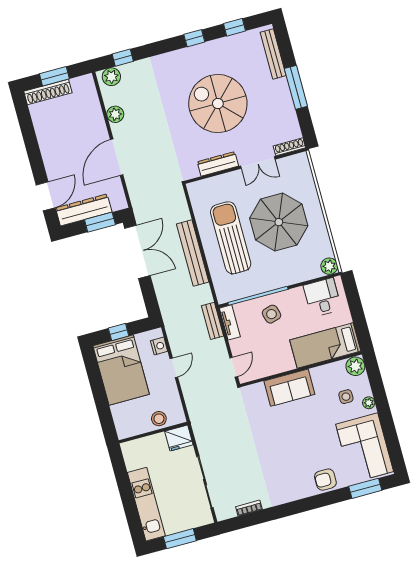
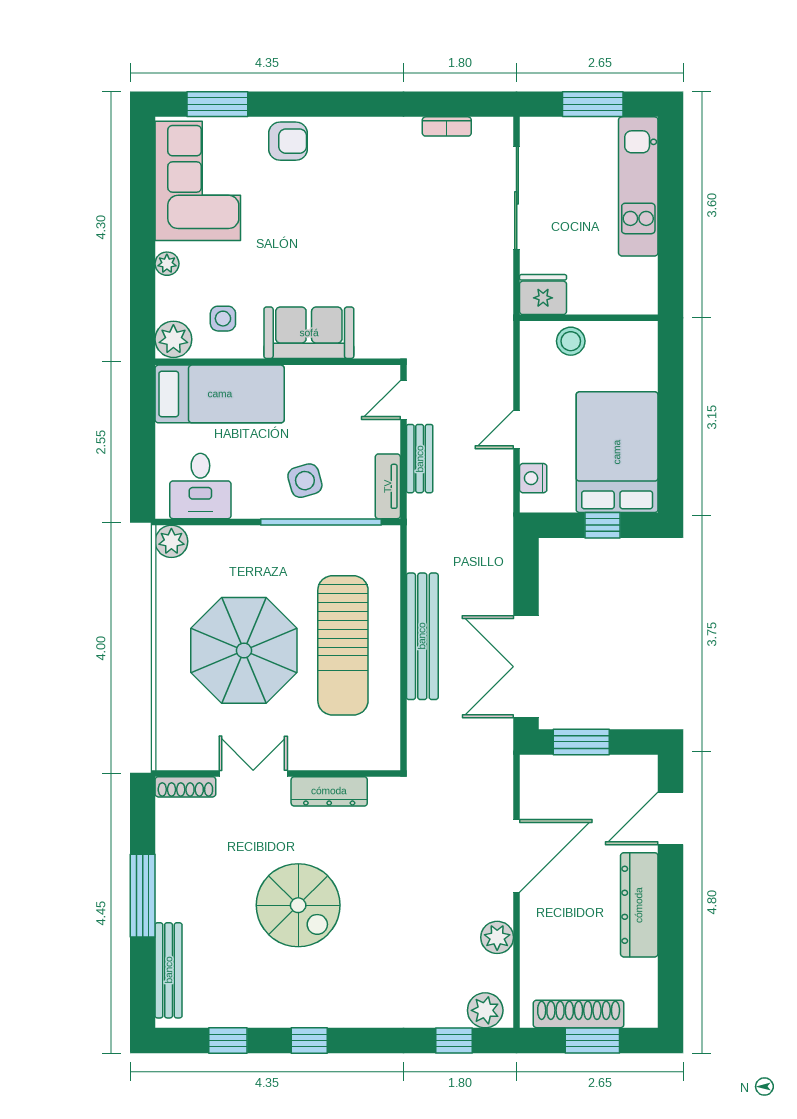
shoe rack: (48, 92) -> (579, 1014), moved
spiral stairs: (218, 103) -> (298, 905), width x0.73, depth x0.73
dresser: (84, 210) -> (639, 905), moved, turned 90
bench: (212, 321) -> (420, 459), moved
side table: (346, 397) -> (223, 319), moved

